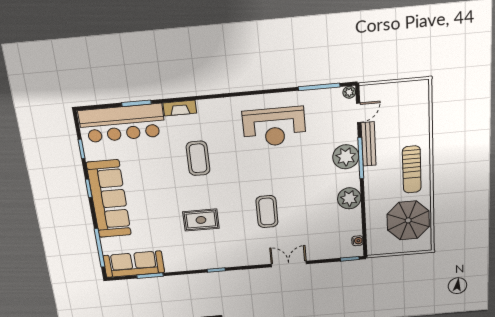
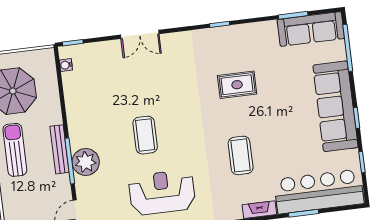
bench: (369, 144) -> (59, 149), moved
plant: (349, 198) -> (79, 115), removed
coffee table: (267, 212) -> (145, 135), moved

